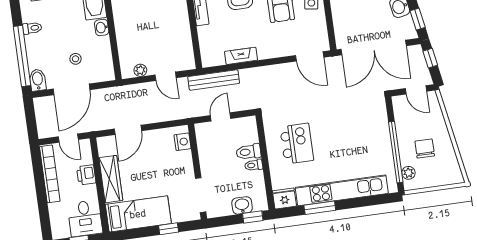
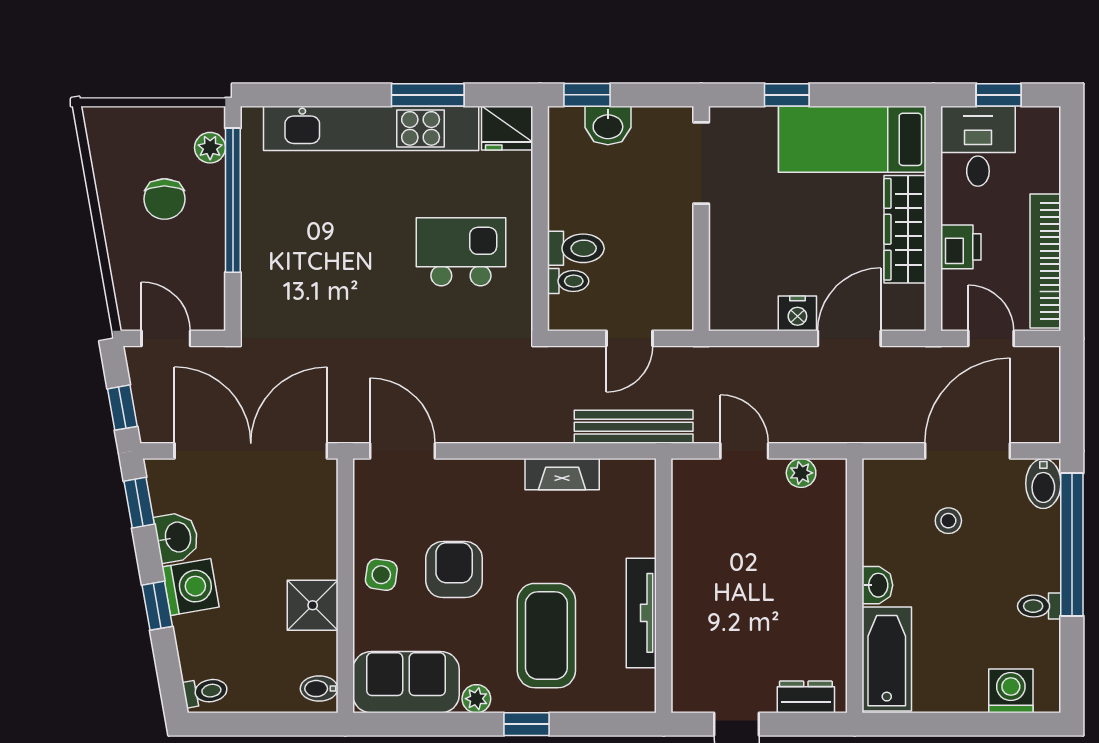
nightstand: (183, 142) -> (797, 313), moved, turned -90
kitchen island: (297, 144) -> (461, 252), turned 90
toilet: (254, 165) -> (568, 281), moved

